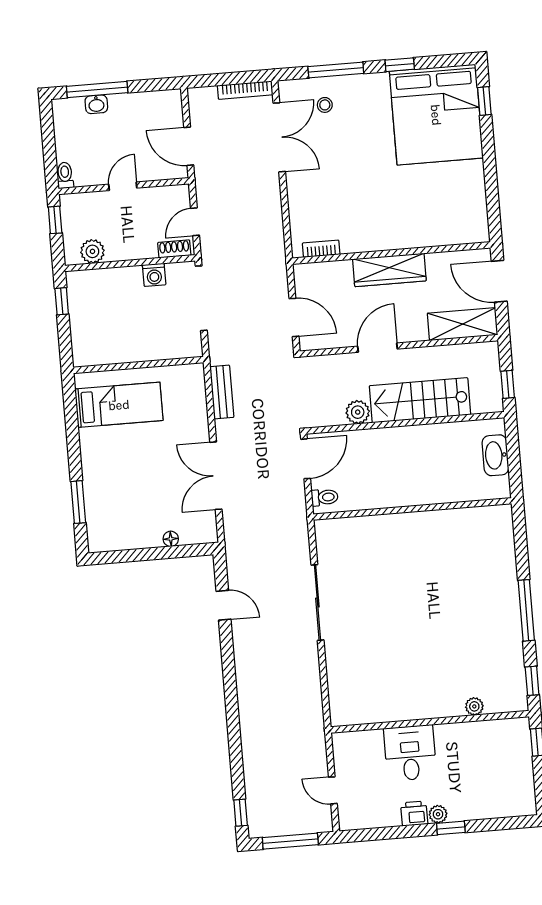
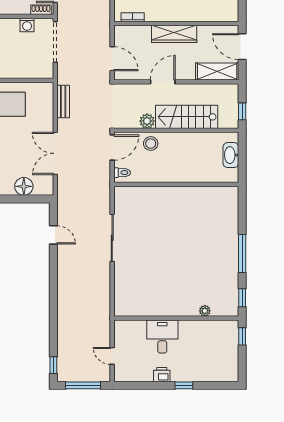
stool: (366, 447) -> (151, 144), added
floor lamp: (171, 539) -> (24, 186), width x1.89, depth x1.89
plant: (438, 814) -> (177, 376), removed

